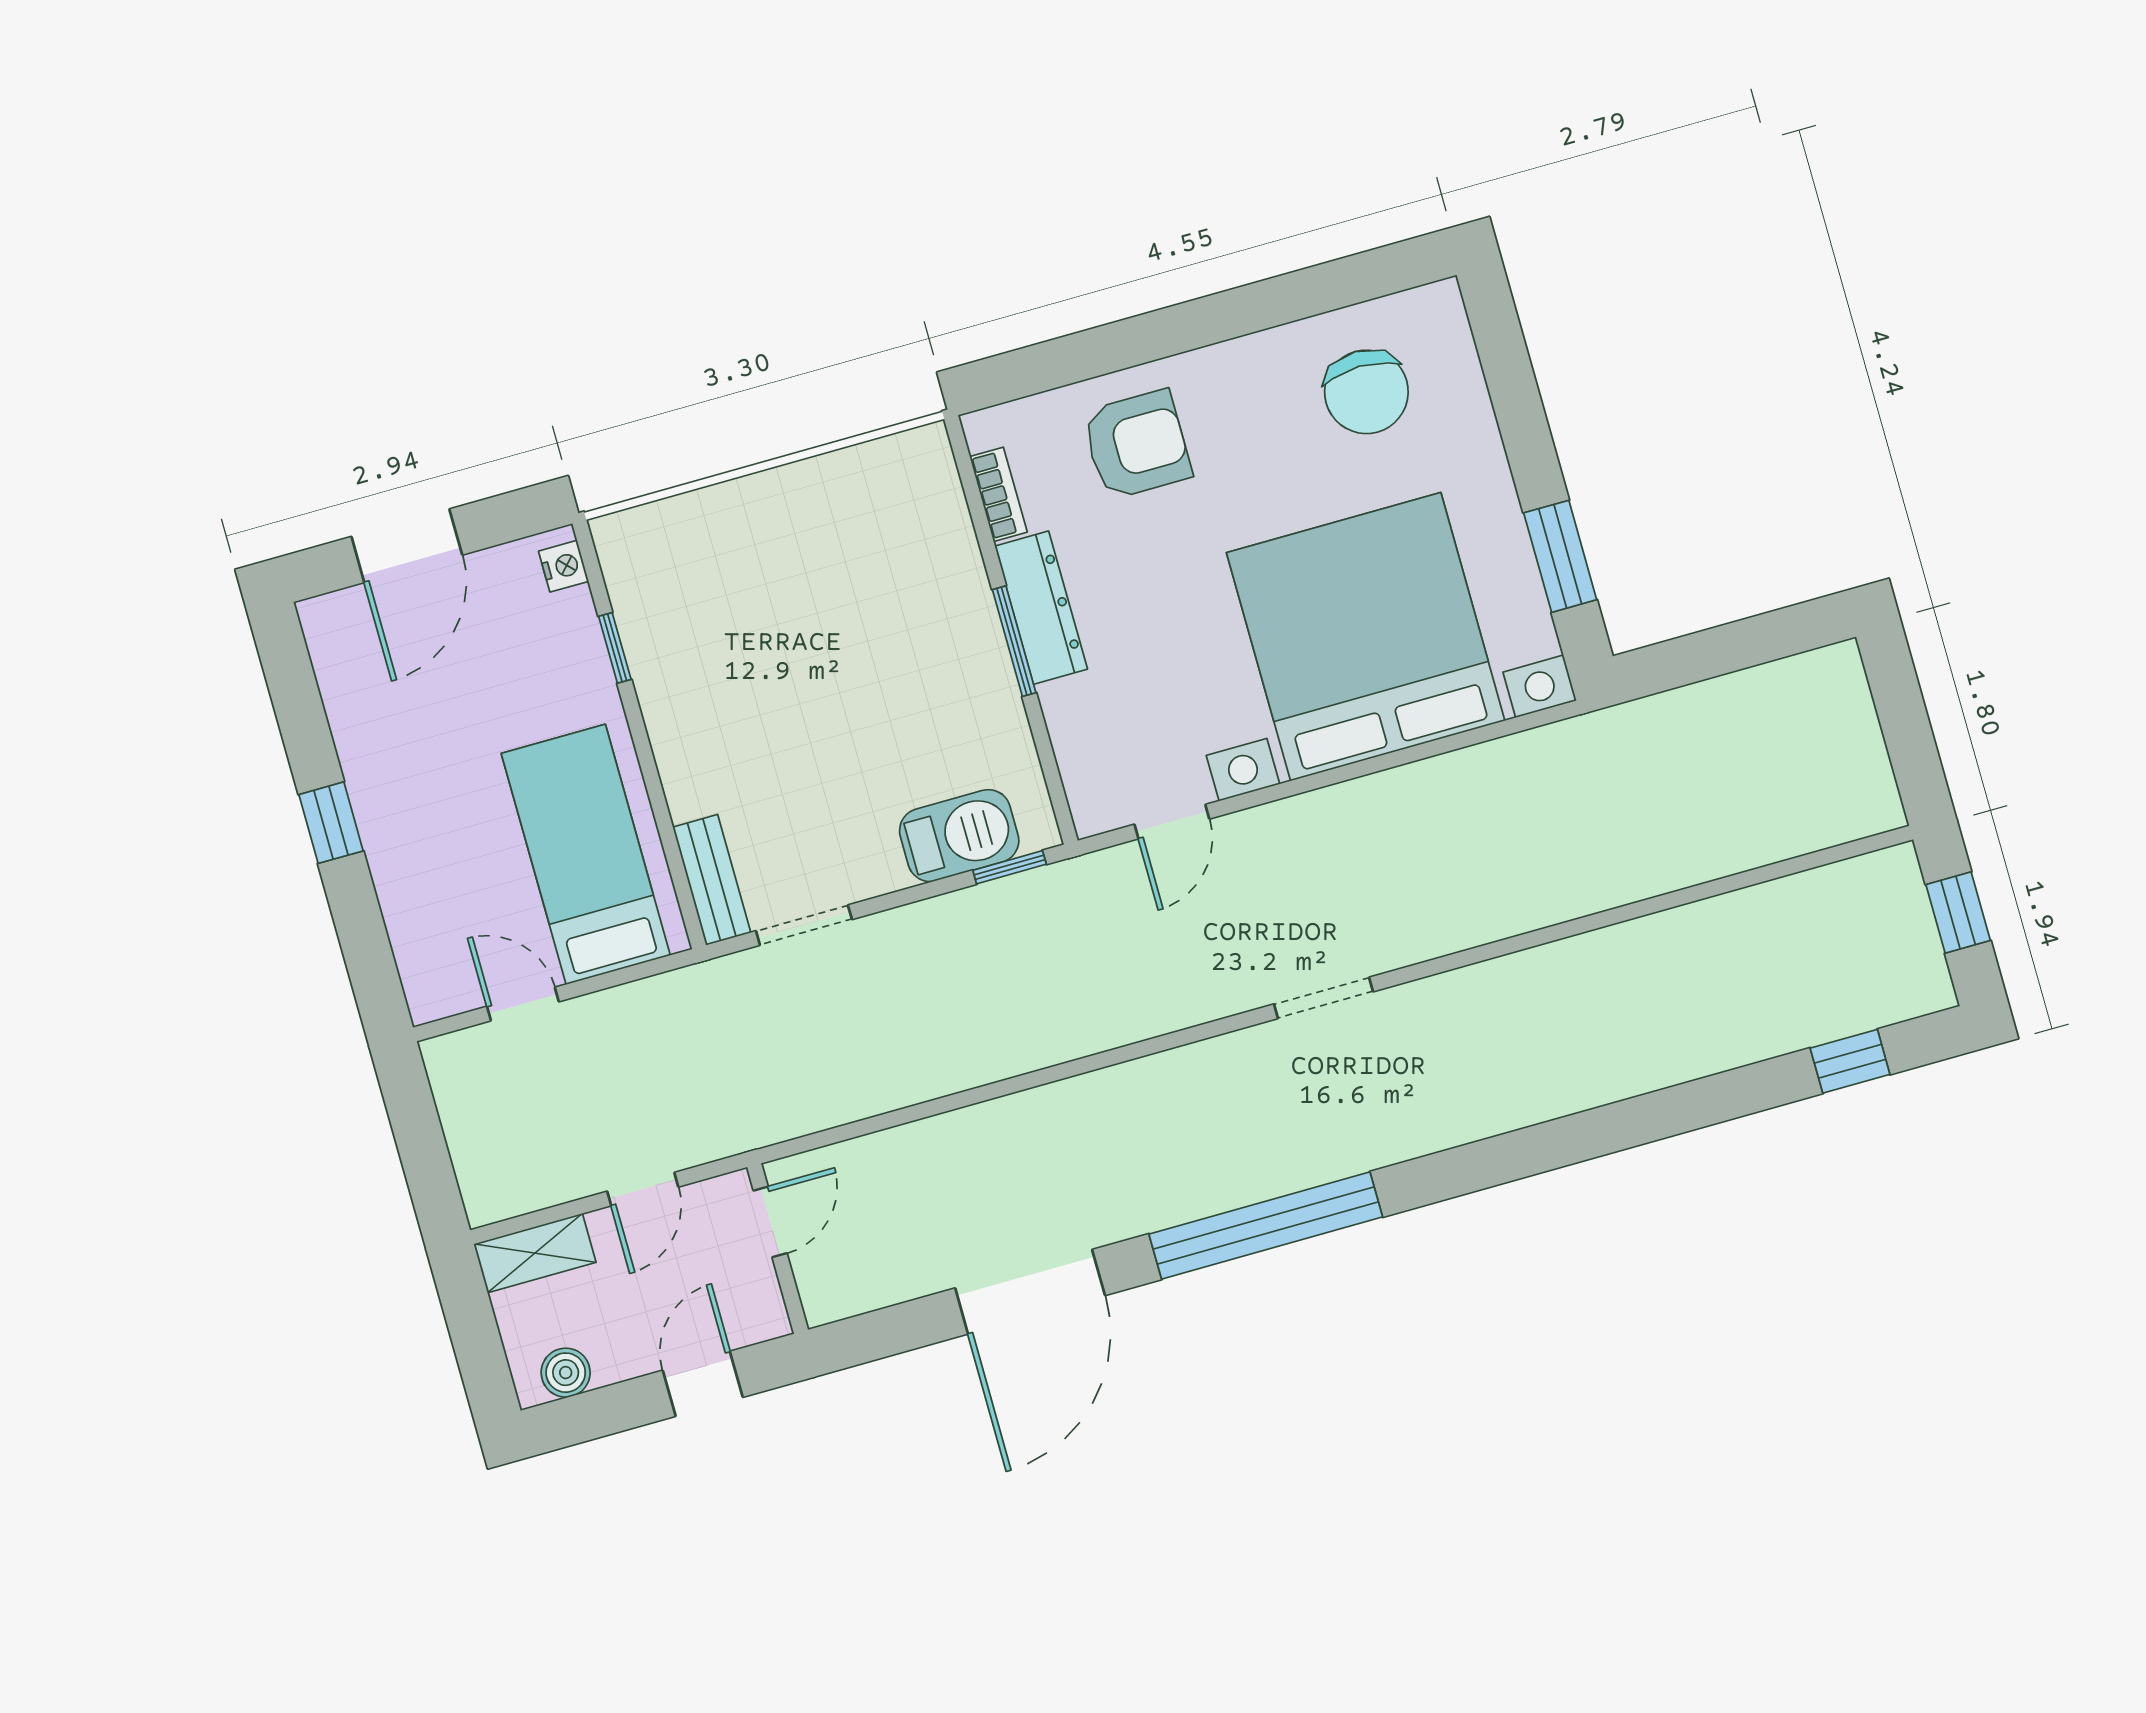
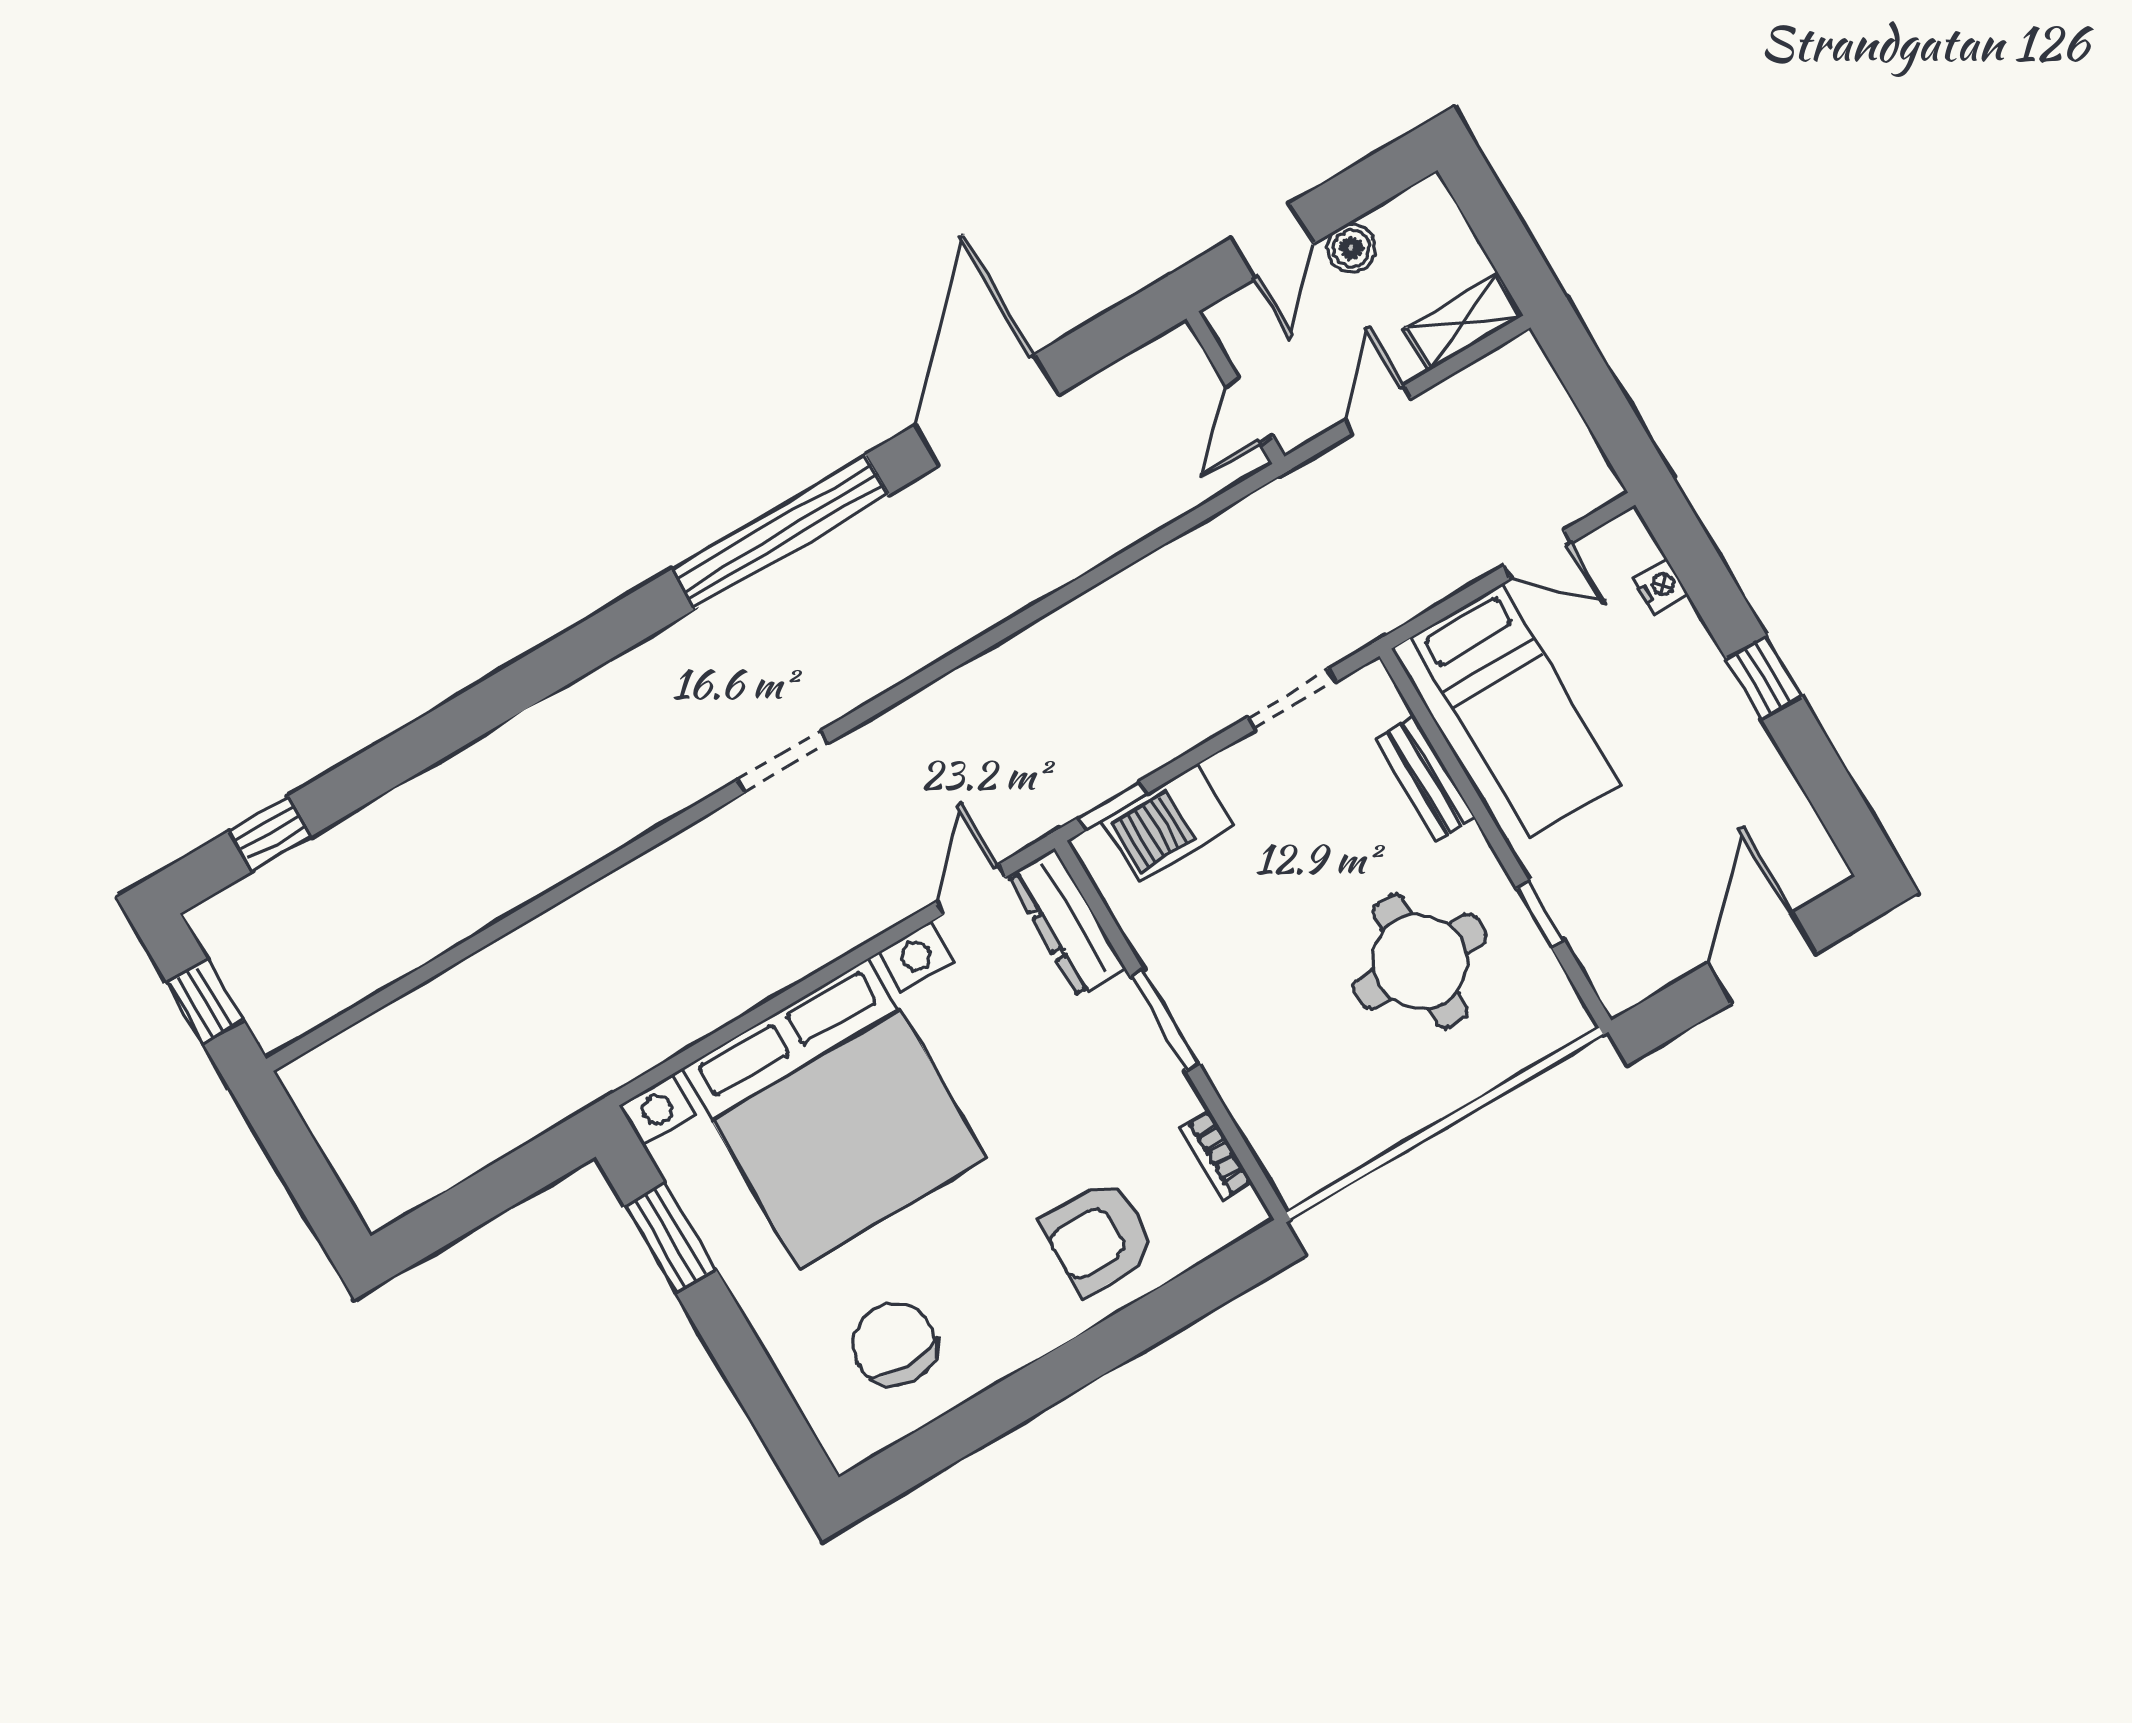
nightstand: (564, 566) -> (1660, 586), moved, turned 180
dresser: (1041, 608) -> (1067, 922), moved
round table: (746, 632) -> (1420, 962), added
bench: (712, 880) -> (1425, 778), moved
boiler: (566, 1373) -> (1352, 248), moved

